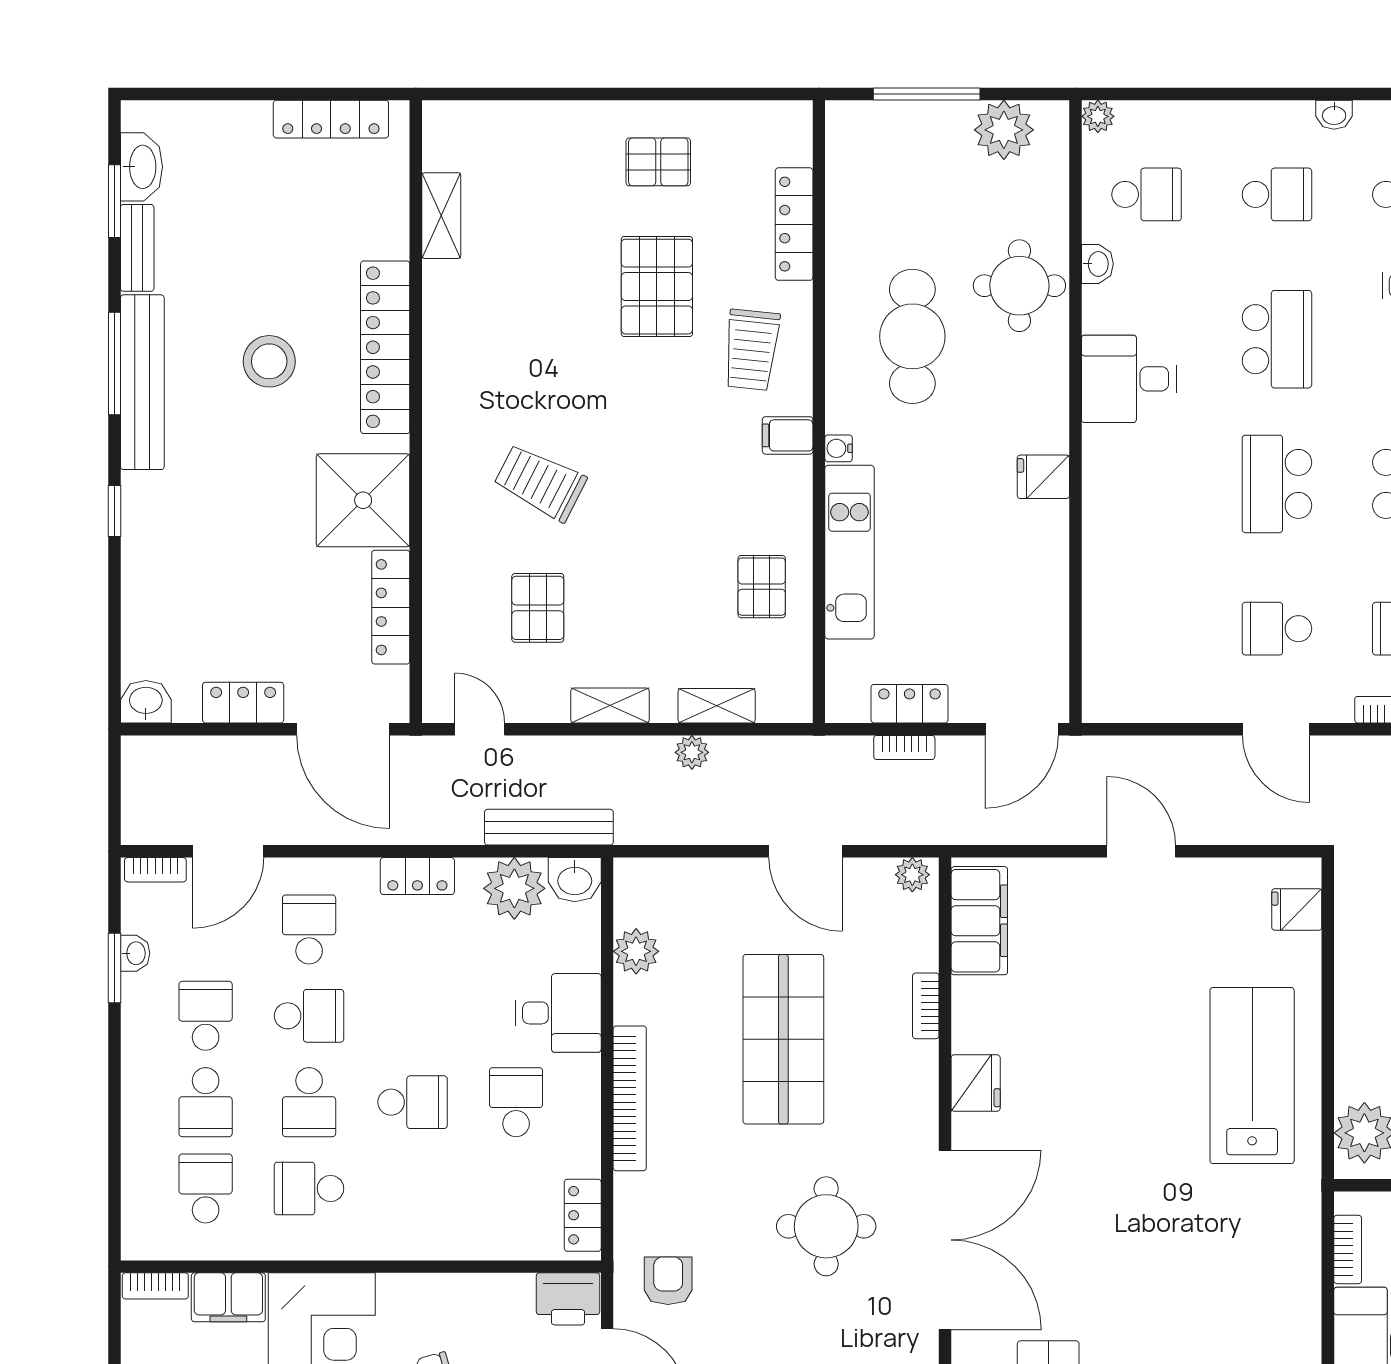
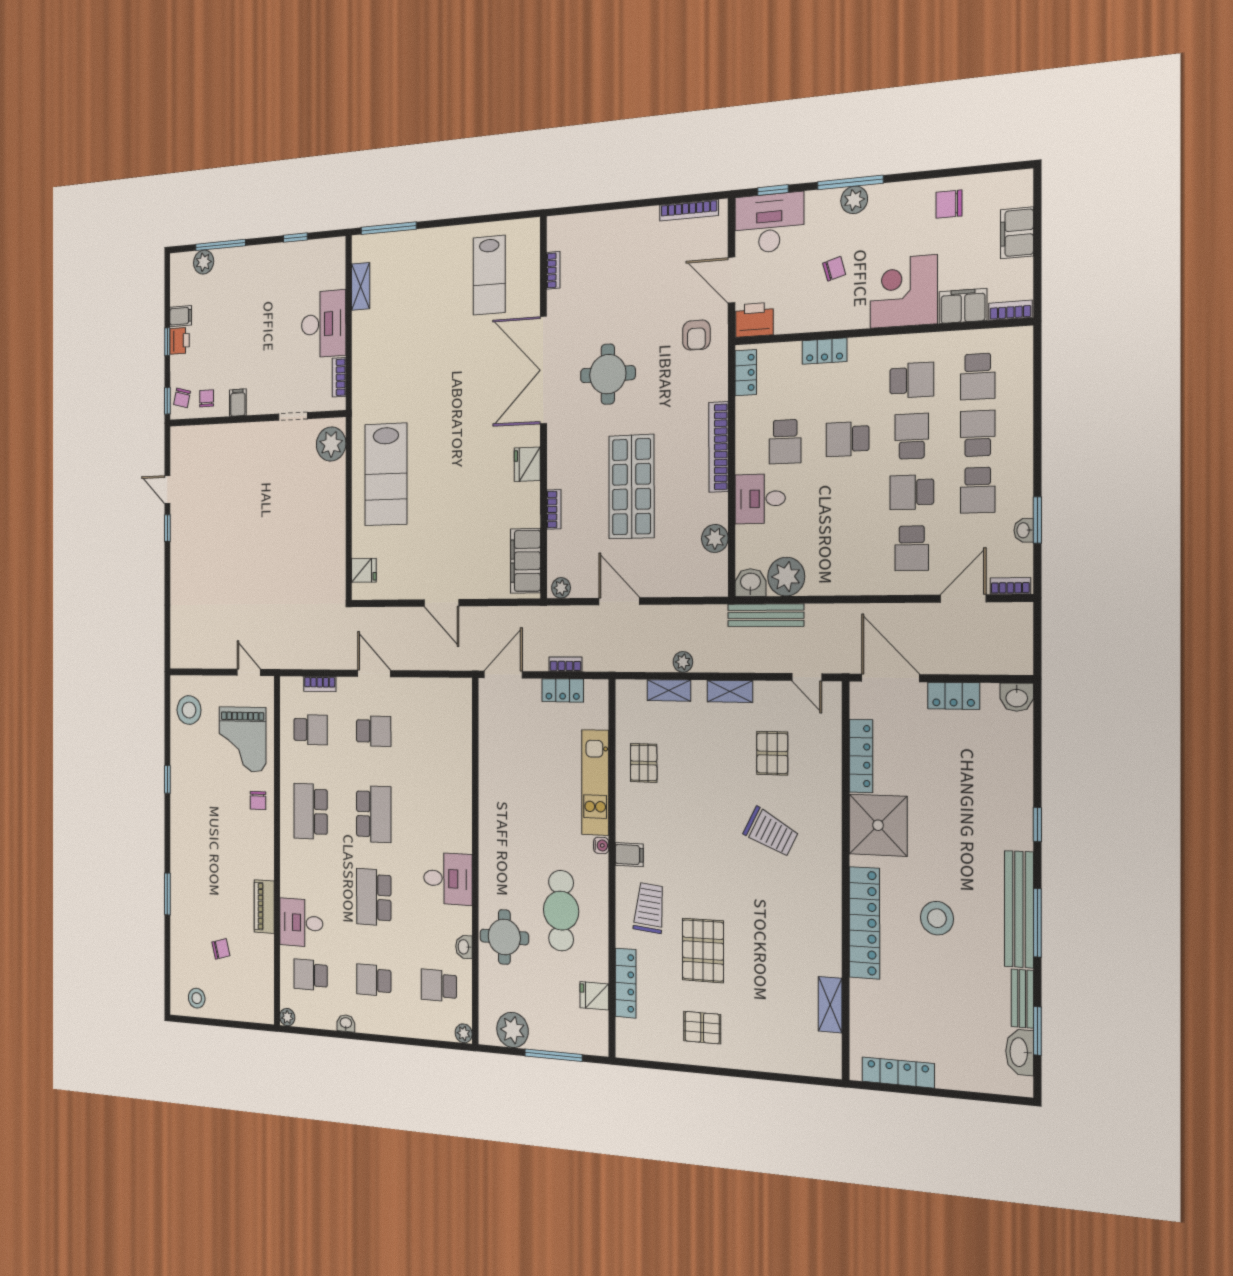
fridge: (1043, 477) -> (594, 996), moved, turned 180
locker: (417, 876) -> (825, 351), moved, turned 180

